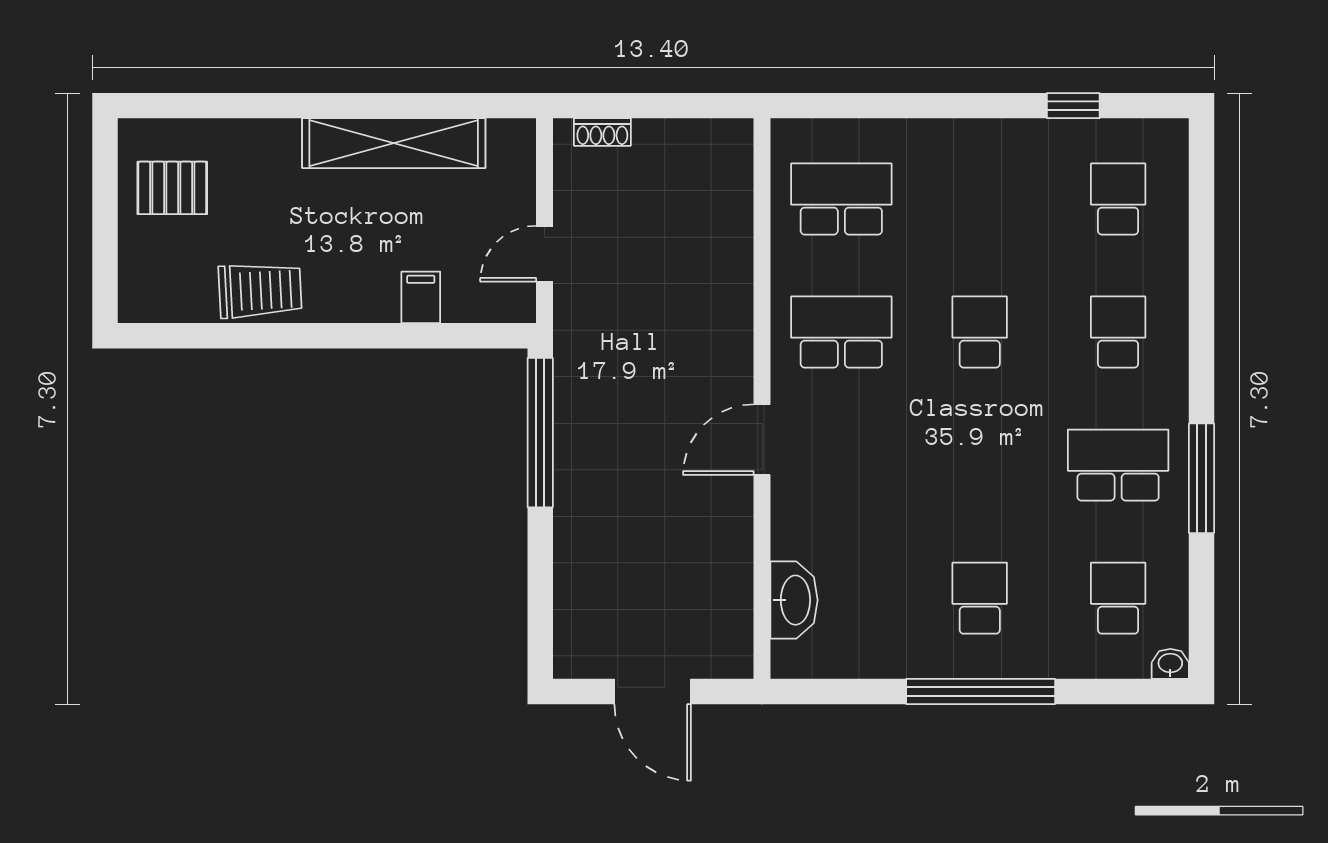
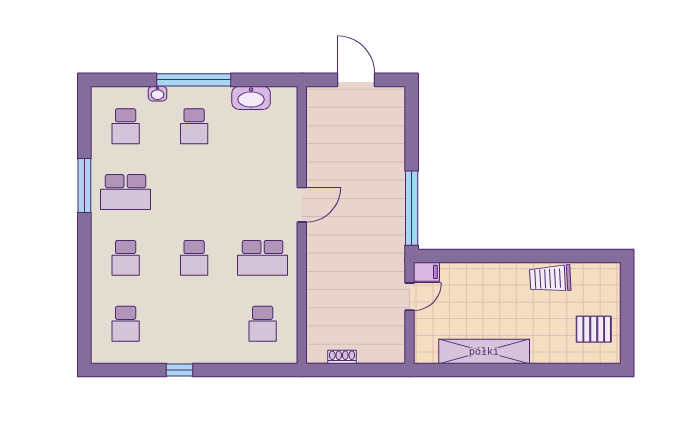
window: (1073, 106) -> (180, 370), moved
shoe rack: (602, 132) -> (342, 357), moved
school desk: (841, 199) -> (263, 324), width x0.54
filing cabinet: (421, 297) -> (426, 272), moved, turned -90
washbasin: (794, 600) -> (251, 98), moved, turned -90
washbasin: (1170, 664) -> (157, 94), moved

